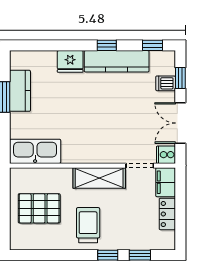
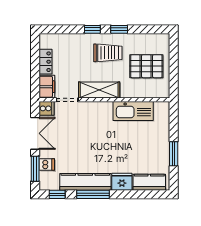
window: (107, 45) -> (93, 194), width x2.17
window: (180, 78) -> (35, 169), width x1.50
kitchen counter: (20, 91) -> (149, 182), moved, turned 90
kitchen sink: (35, 151) -> (133, 111), moved
trolley: (88, 225) -> (108, 53), turned -90
window: (140, 255) -> (119, 29), moved

